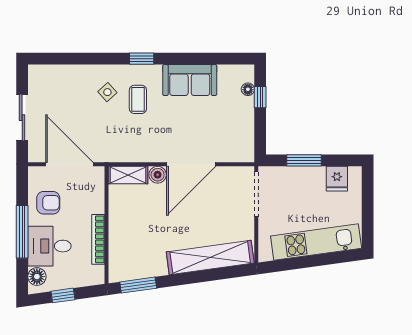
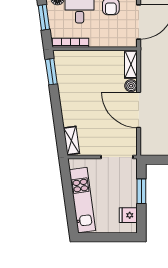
bookcase: (98, 239) -> (70, 43), moved
shelving: (210, 258) -> (71, 141), width x0.45, depth x0.75
window: (63, 295) -> (44, 17), width x1.50

